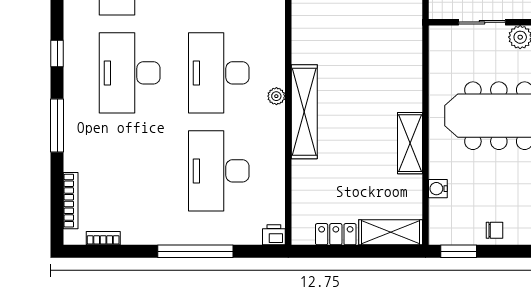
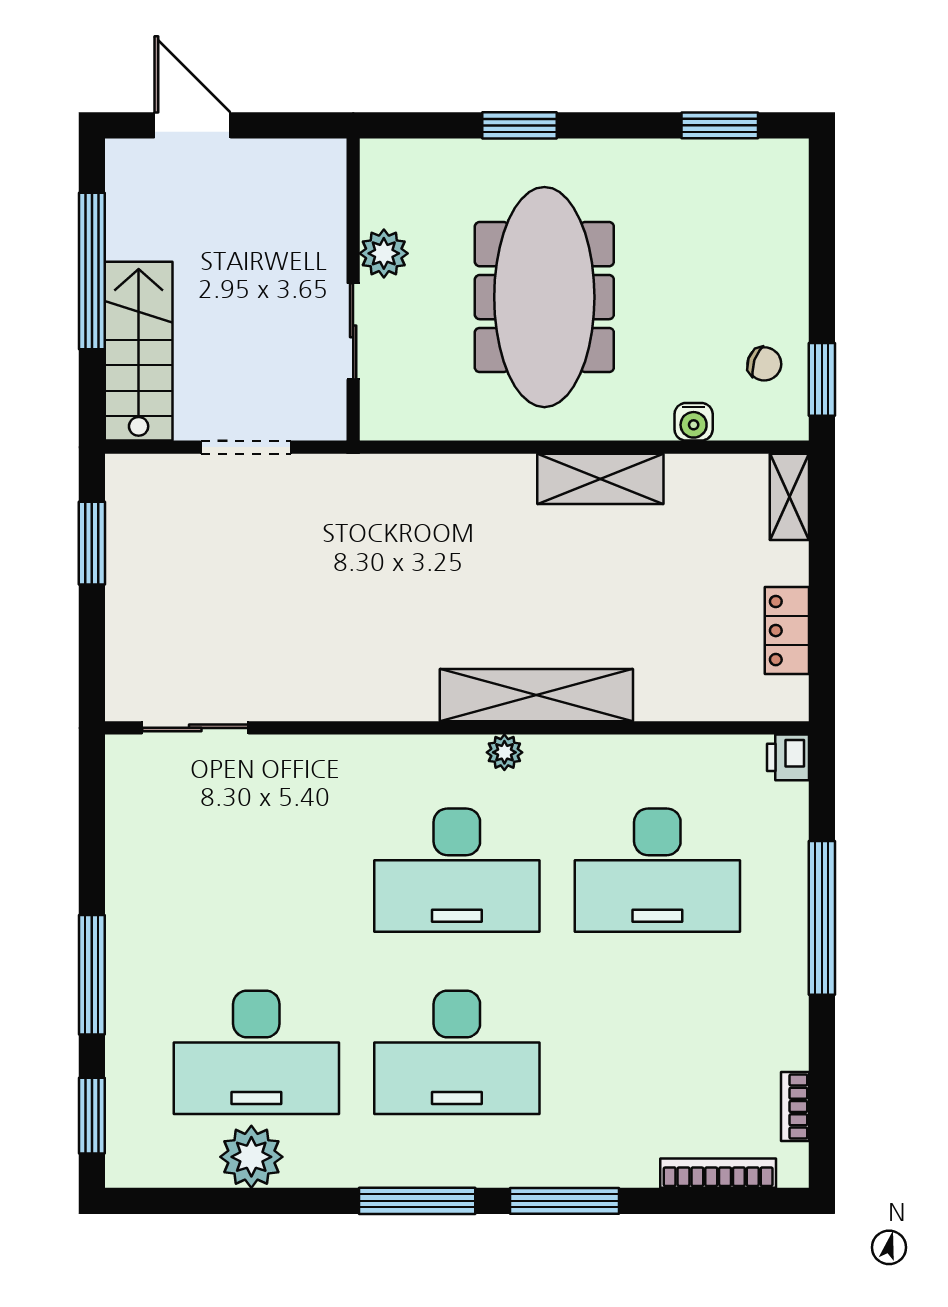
window: (57, 54) -> (417, 1201), width x2.17
chair: (495, 230) -> (764, 364), moved, turned 109
shelving: (391, 232) -> (789, 497), width x0.67, depth x0.75

